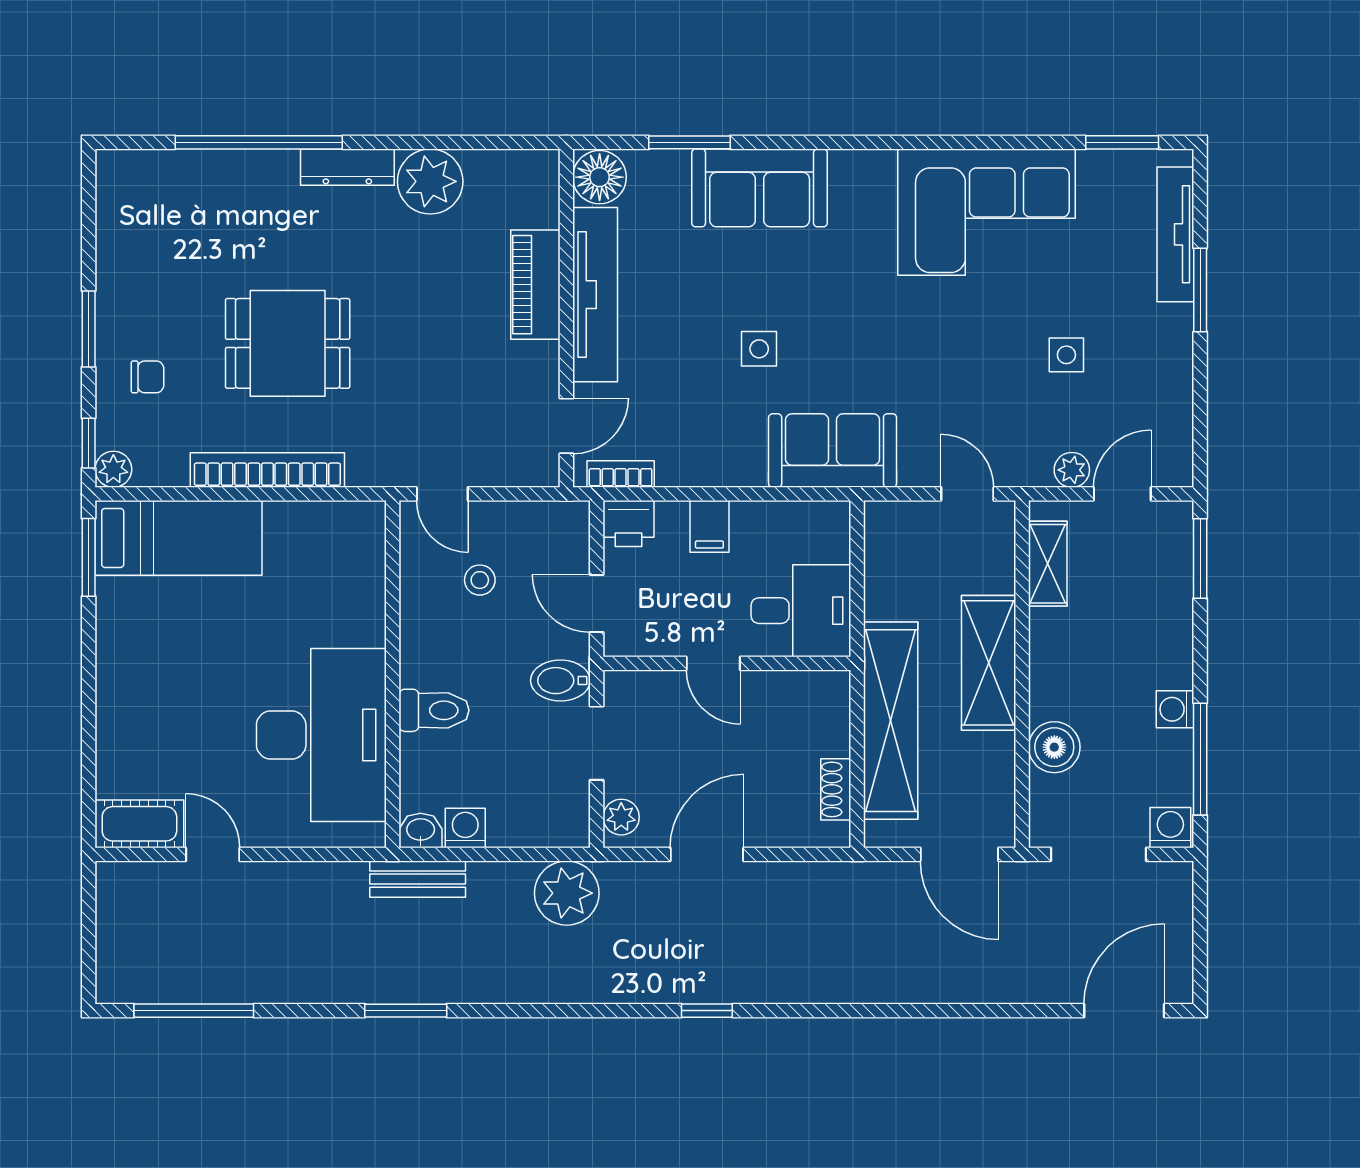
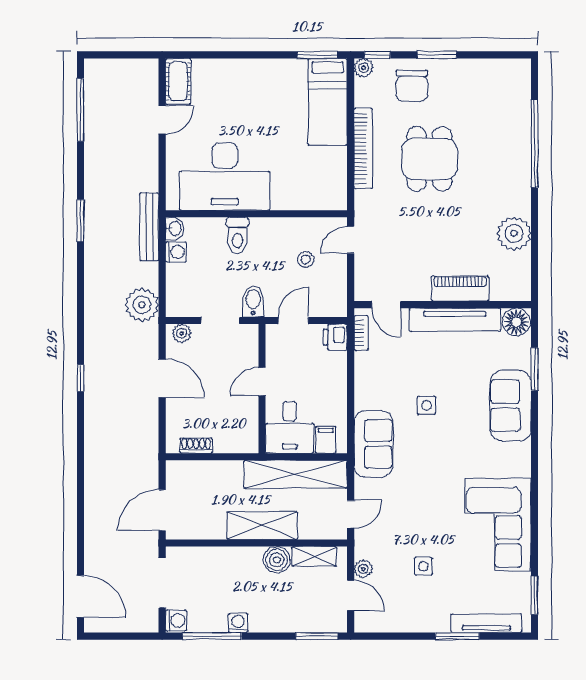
dresser: (347, 167) -> (522, 190), removed
chair: (148, 377) -> (412, 86), width x1.87, depth x1.87
filing cabinet: (709, 526) -> (326, 440), moved, turned 90
shelving: (891, 721) -> (296, 474), moved
boiler: (1054, 747) -> (277, 560), moved
bench: (418, 879) -> (149, 227), width x1.36

